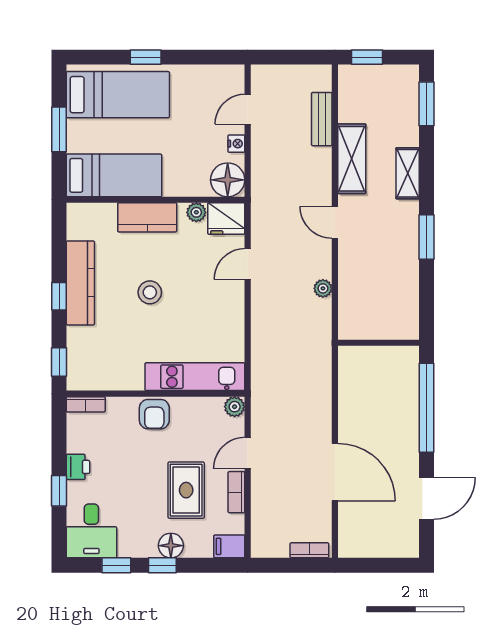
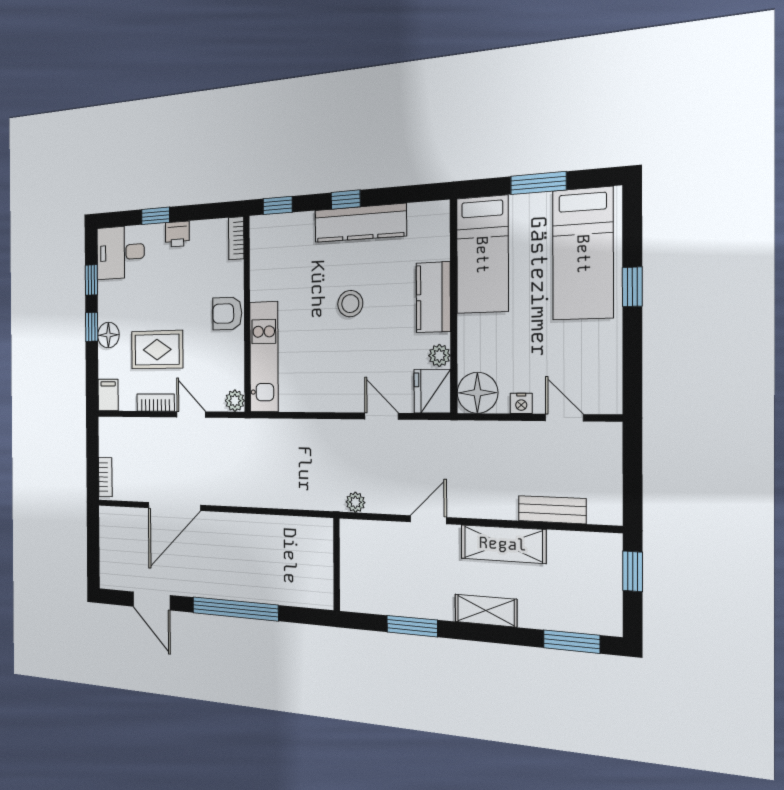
wall: (378, 343) -> (337, 564), moved

